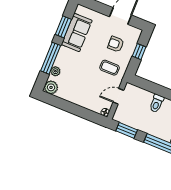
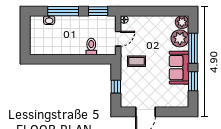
sofa: (77, 32) -> (179, 68), moved
armchair: (116, 44) -> (140, 85), removed
plant: (55, 71) -> (180, 38), width x1.87, depth x1.87
toilet: (157, 103) -> (91, 46), moved

